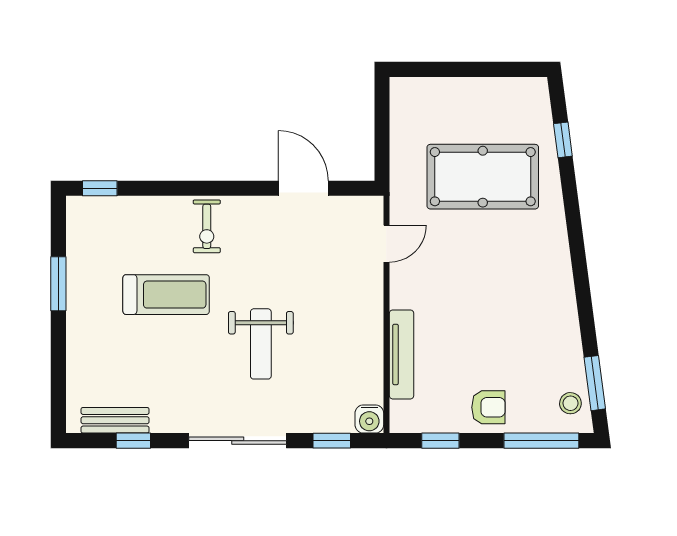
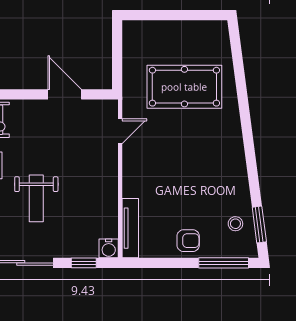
window: (563, 140) -> (238, 62), removed
tv unit: (402, 354) -> (130, 228), moved
stool: (570, 403) -> (235, 224), moved
window: (440, 441) -> (156, 263), removed

